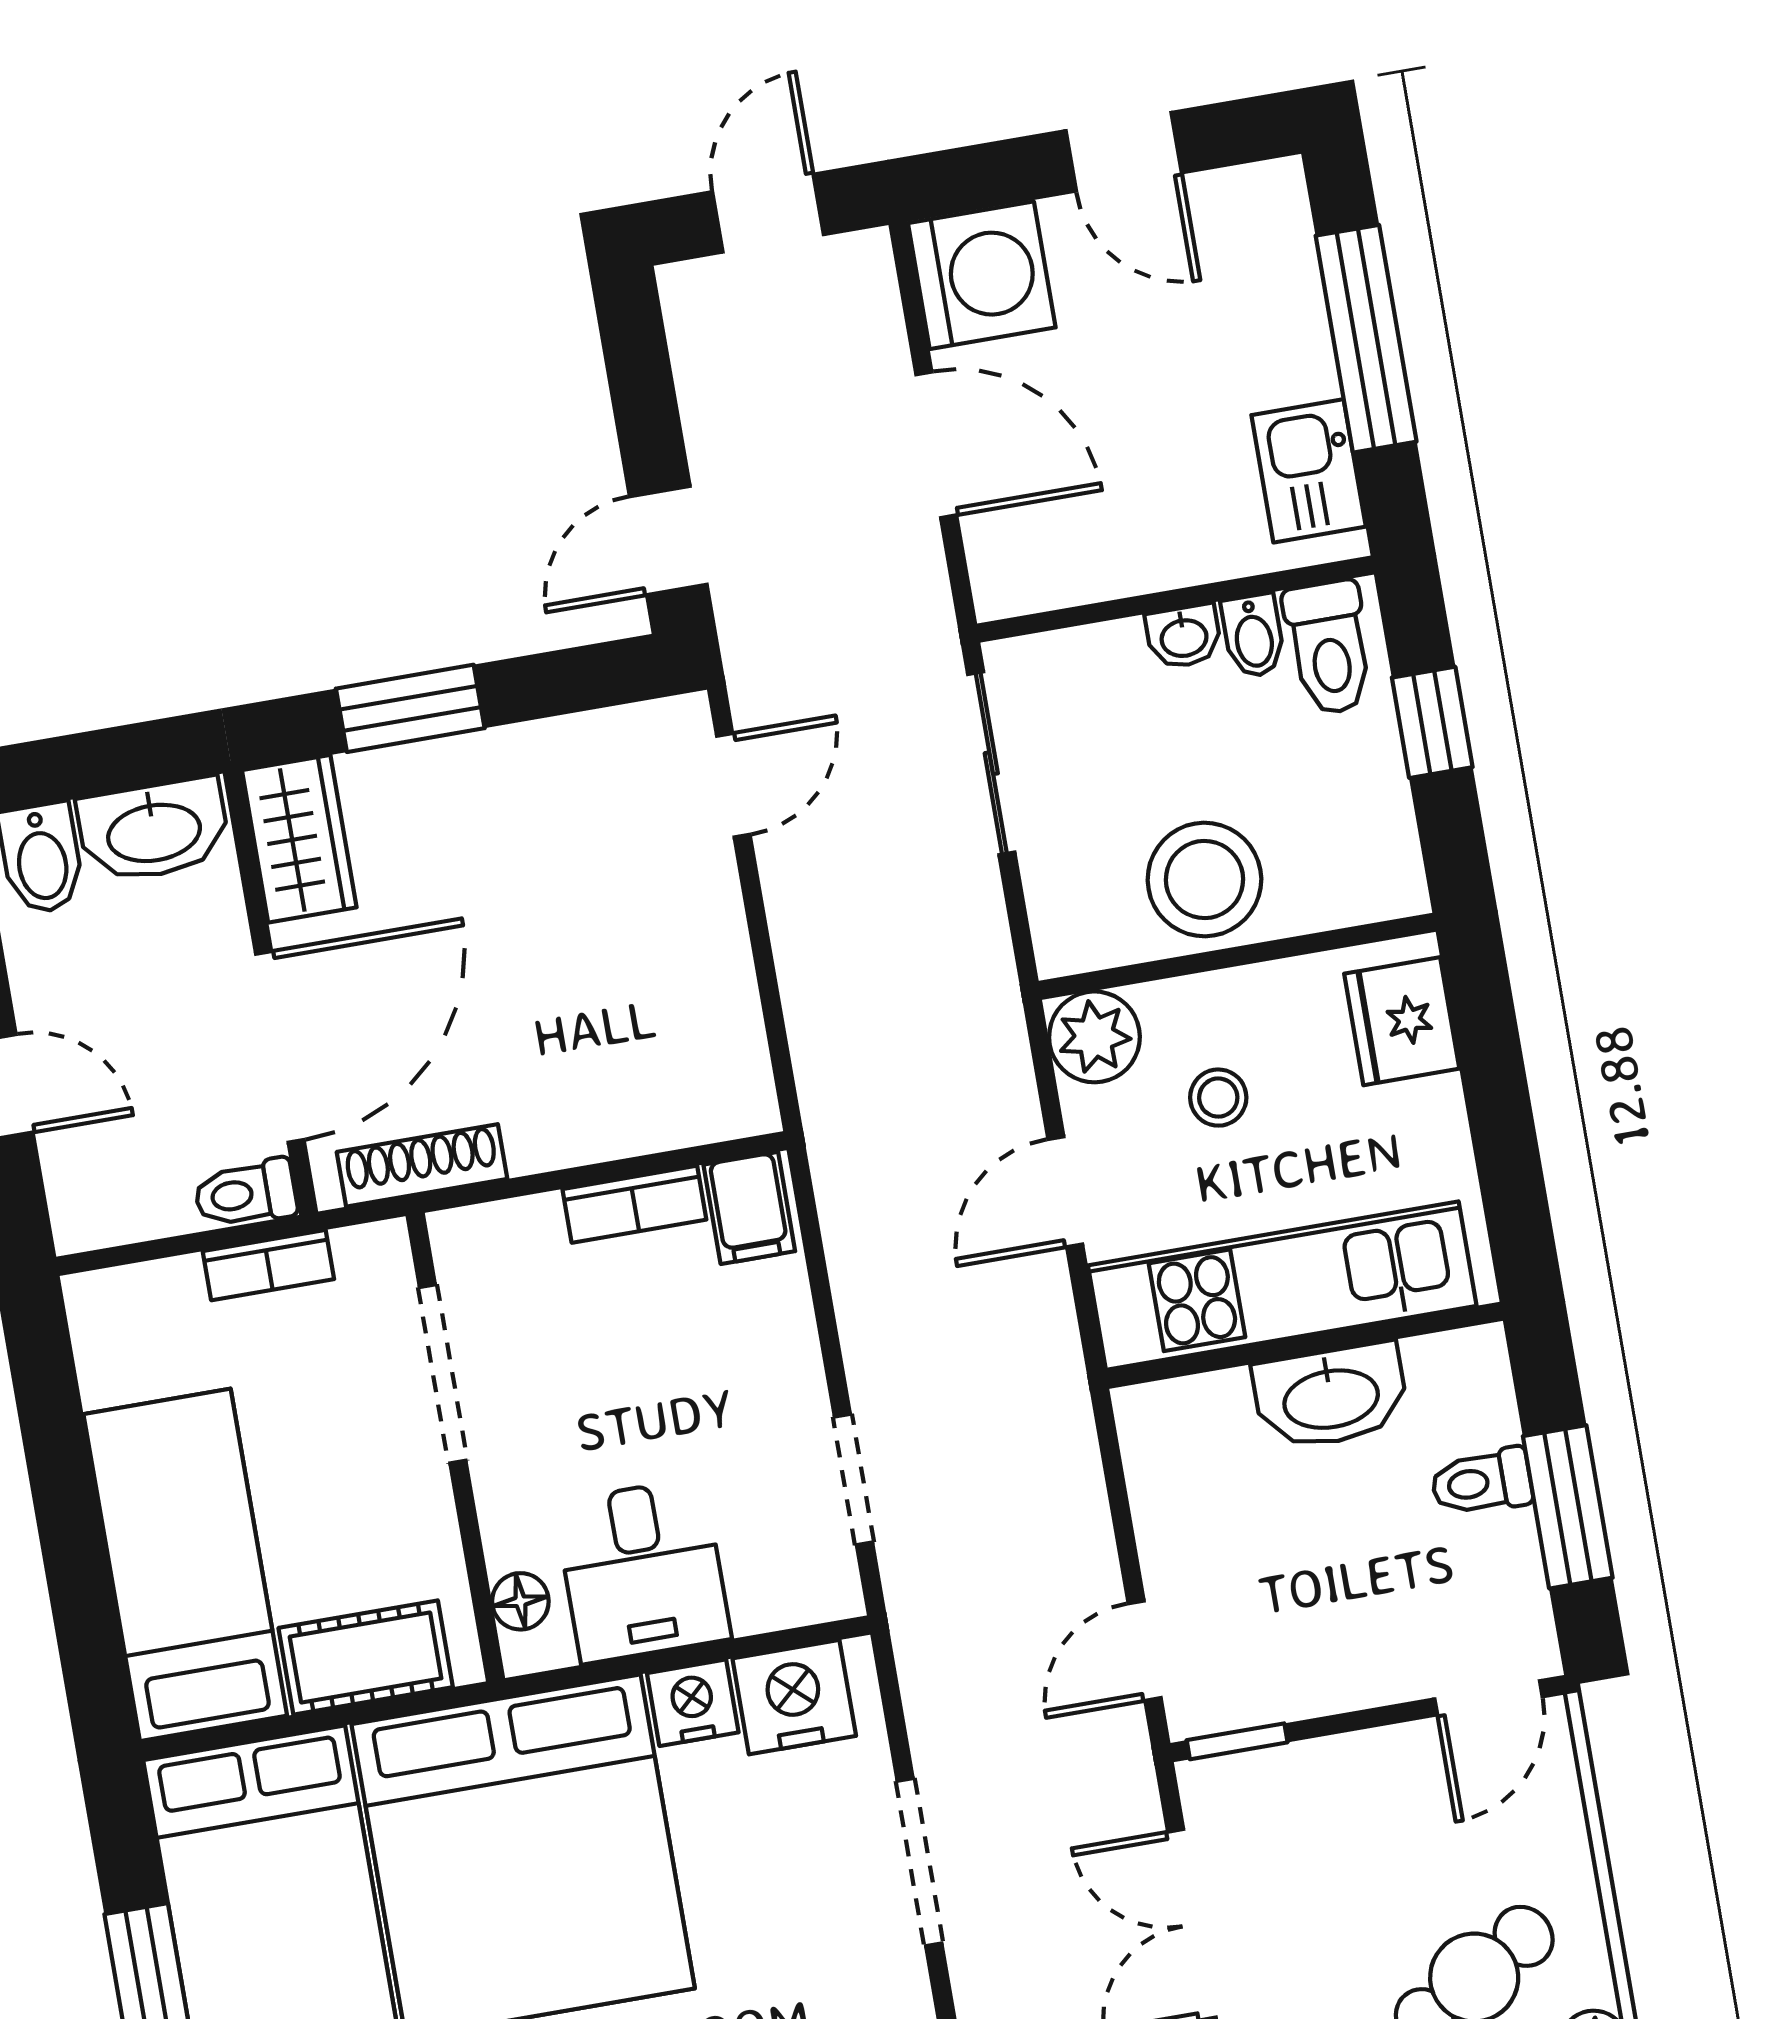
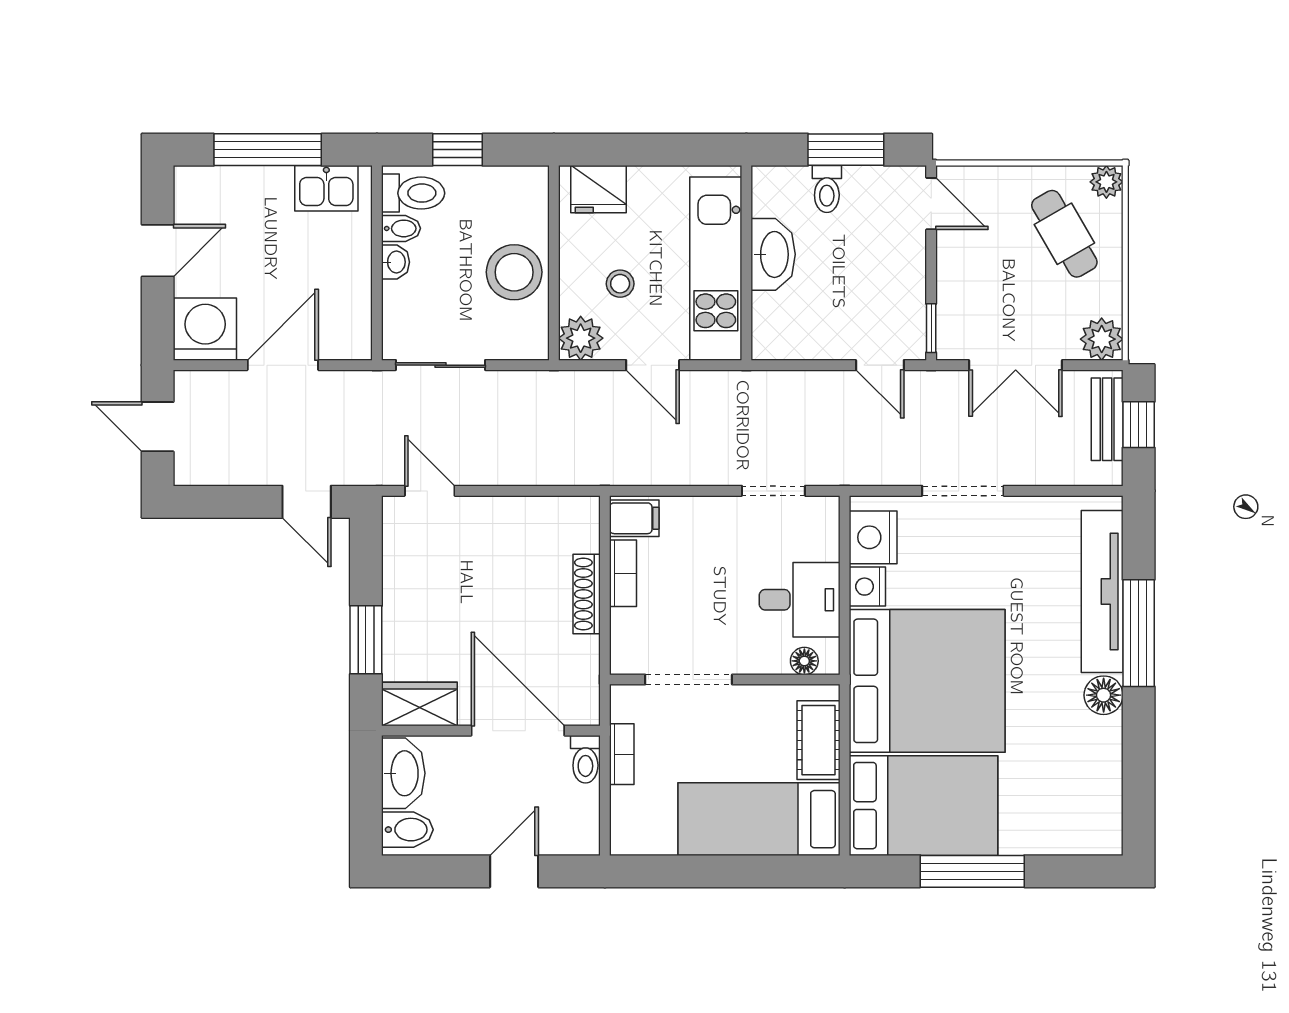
shoe rack: (422, 1165) -> (587, 594), moved

